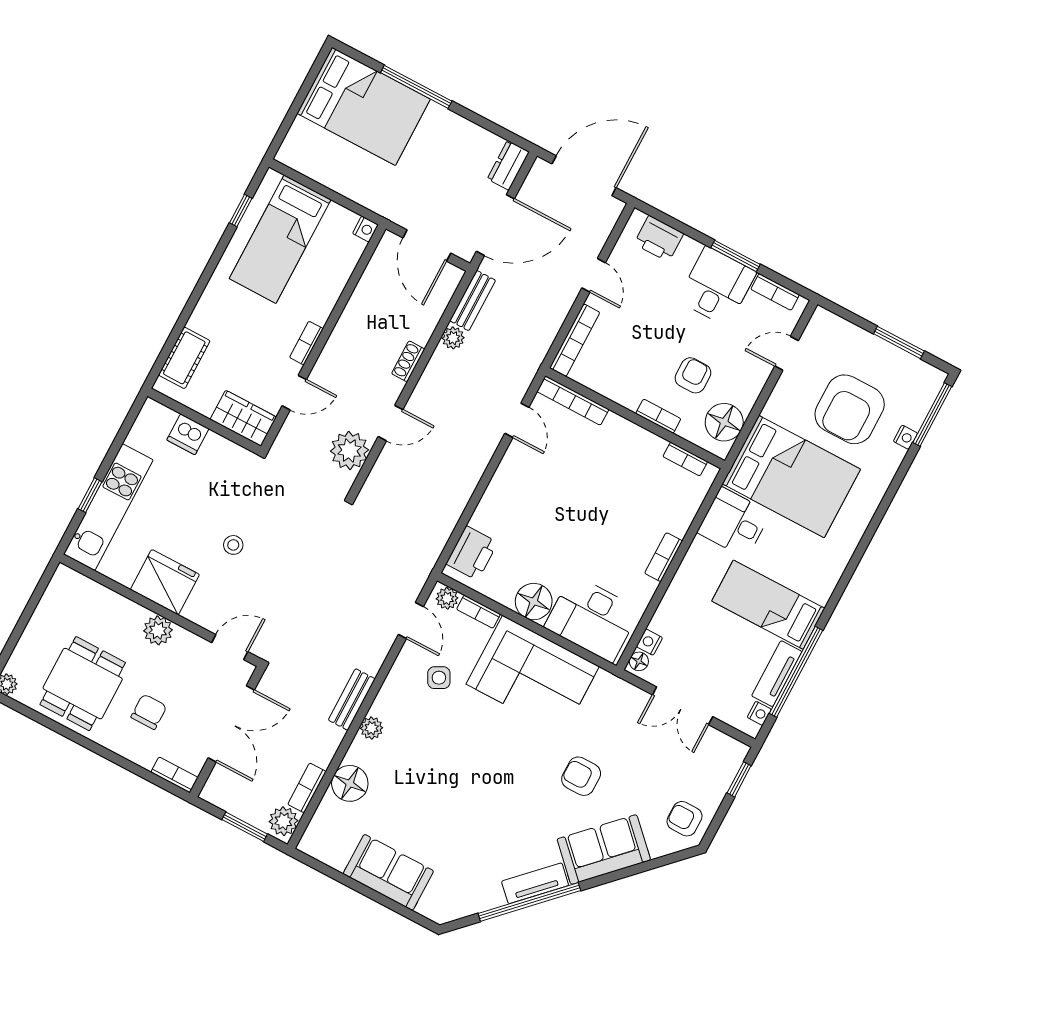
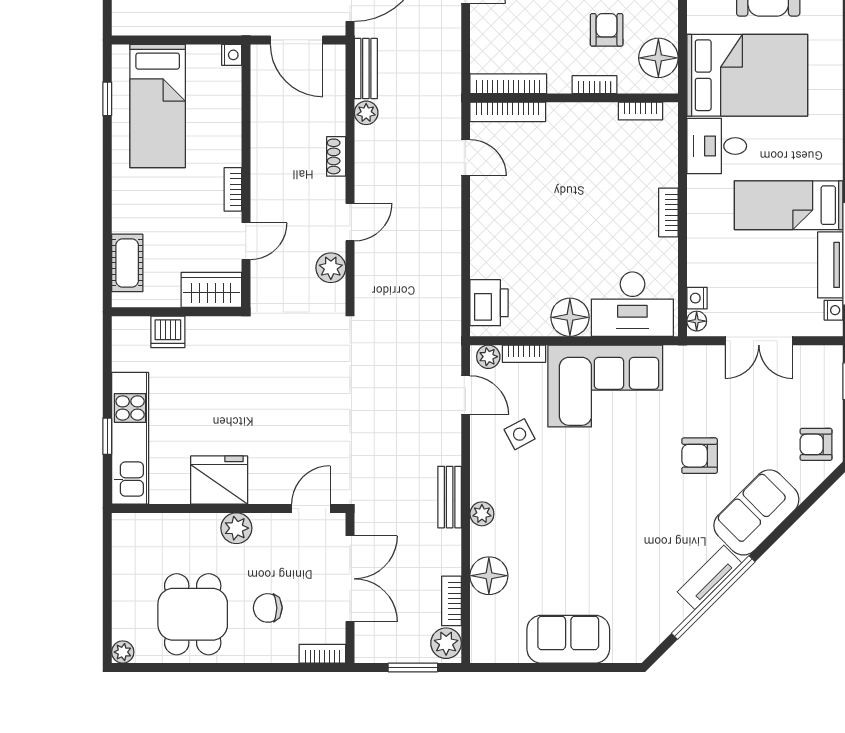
bookcase: (575, 340) -> (508, 84), moved, turned -90
plant: (349, 450) -> (331, 268), width x0.73, depth x0.73
stool: (233, 545) -> (264, 412), removed
chair: (149, 712) -> (268, 608), turned -91

